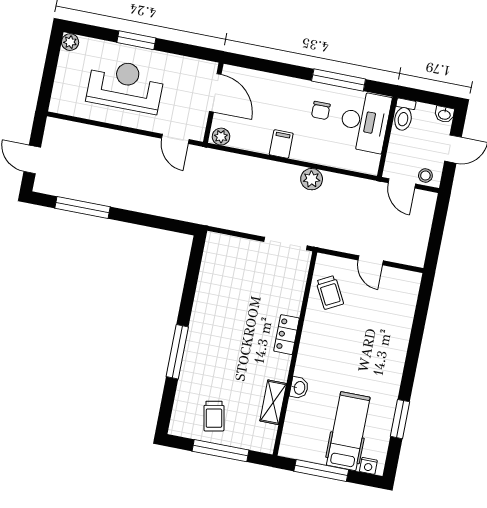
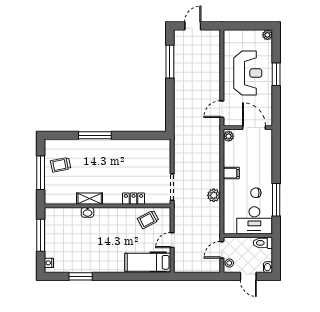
door: (215, 93) -> (254, 128), swing flipped
locker: (286, 335) -> (134, 199), moved
shelving: (273, 402) -> (90, 199), moved
hospital bed: (348, 431) -> (148, 262), moved, turned 180

